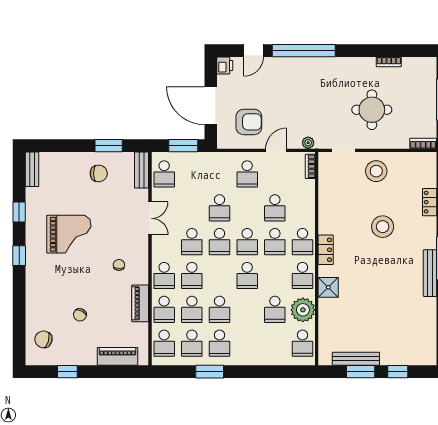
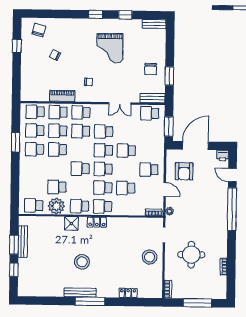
stool: (383, 227) -> (82, 262), moved
piano: (118, 356) -> (27, 80), removed

